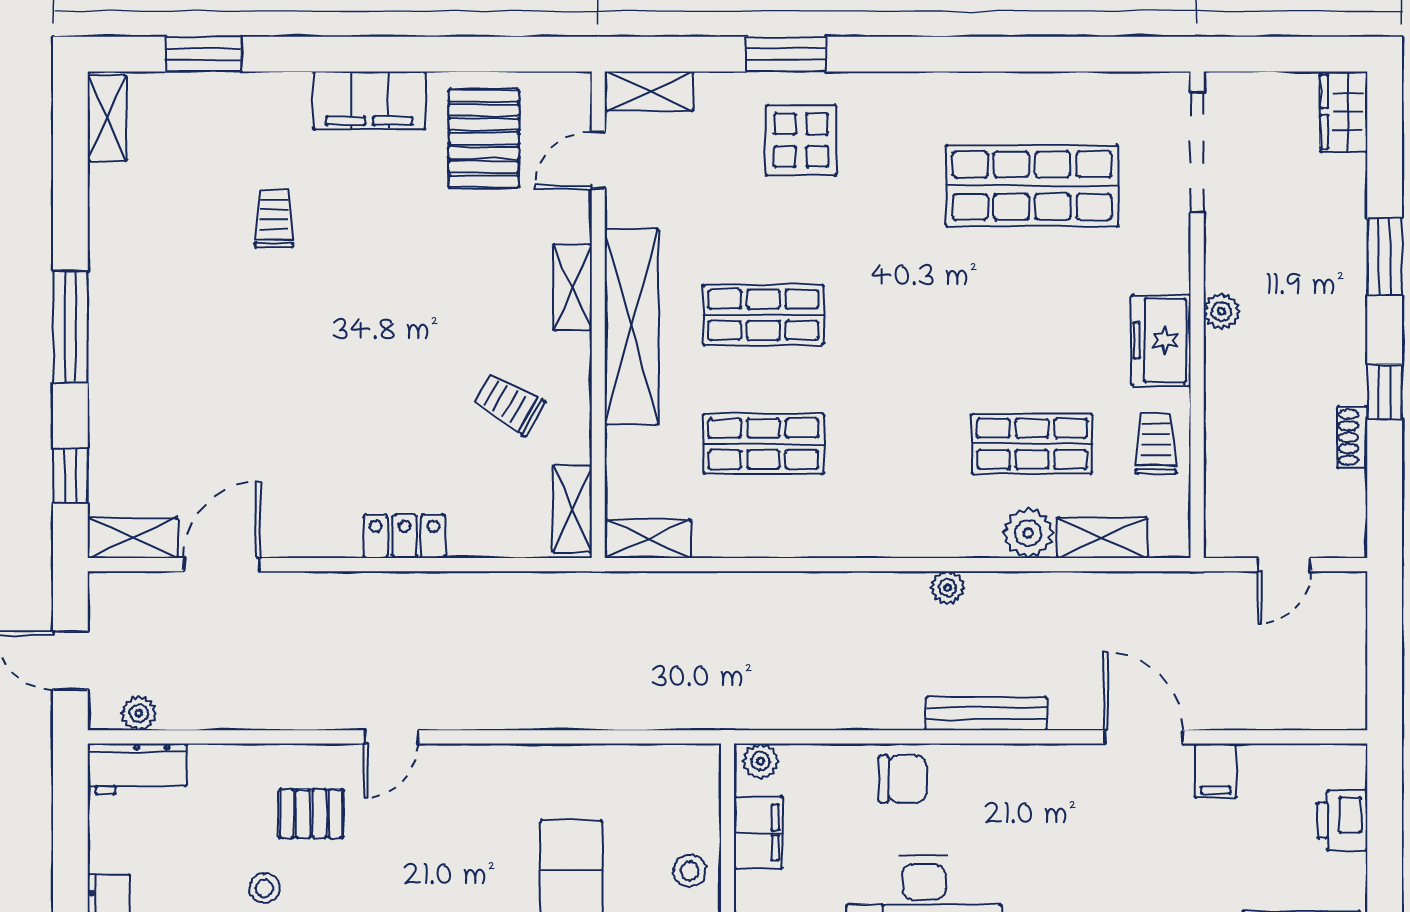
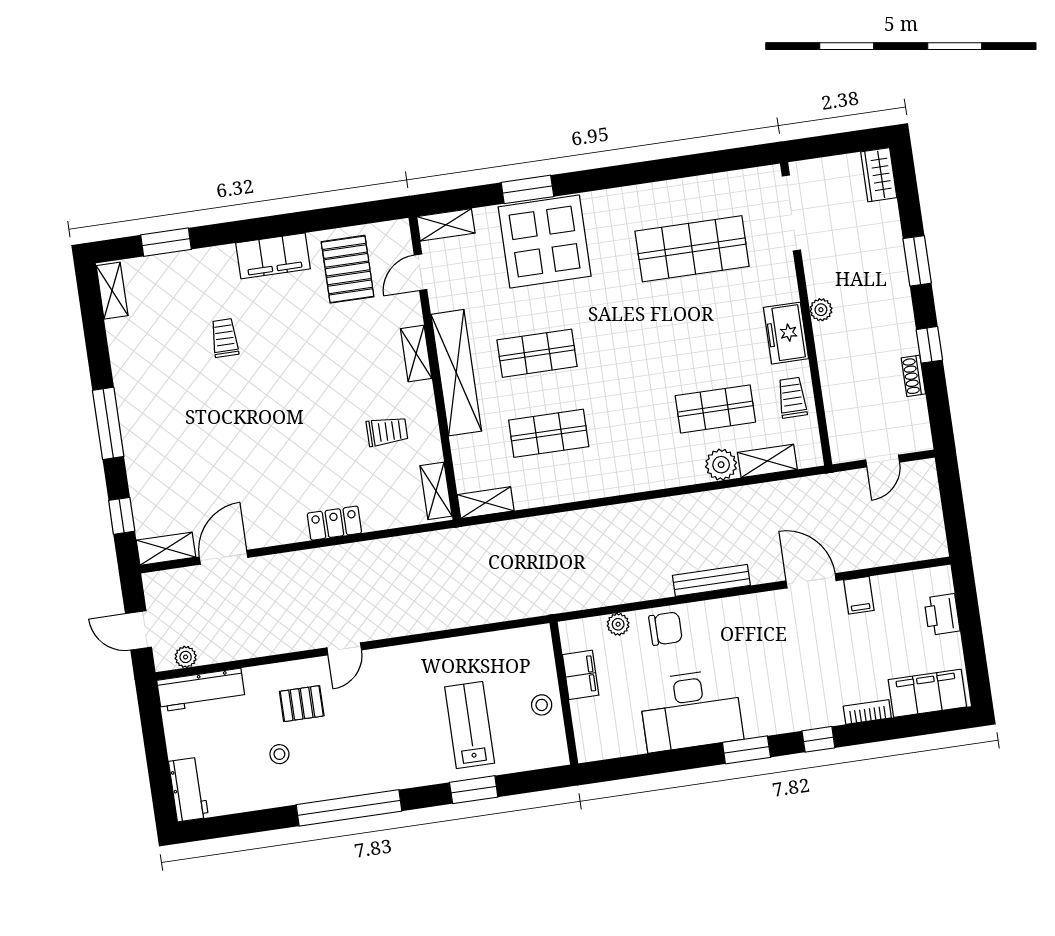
display table: (801, 140) -> (545, 242), width x1.86, depth x1.86
trolley: (509, 404) -> (387, 431), turned 150
plant: (948, 588) -> (676, 506), removed
plant: (761, 761) -> (618, 624), moved
workbench: (137, 769) -> (201, 690), width x1.37

